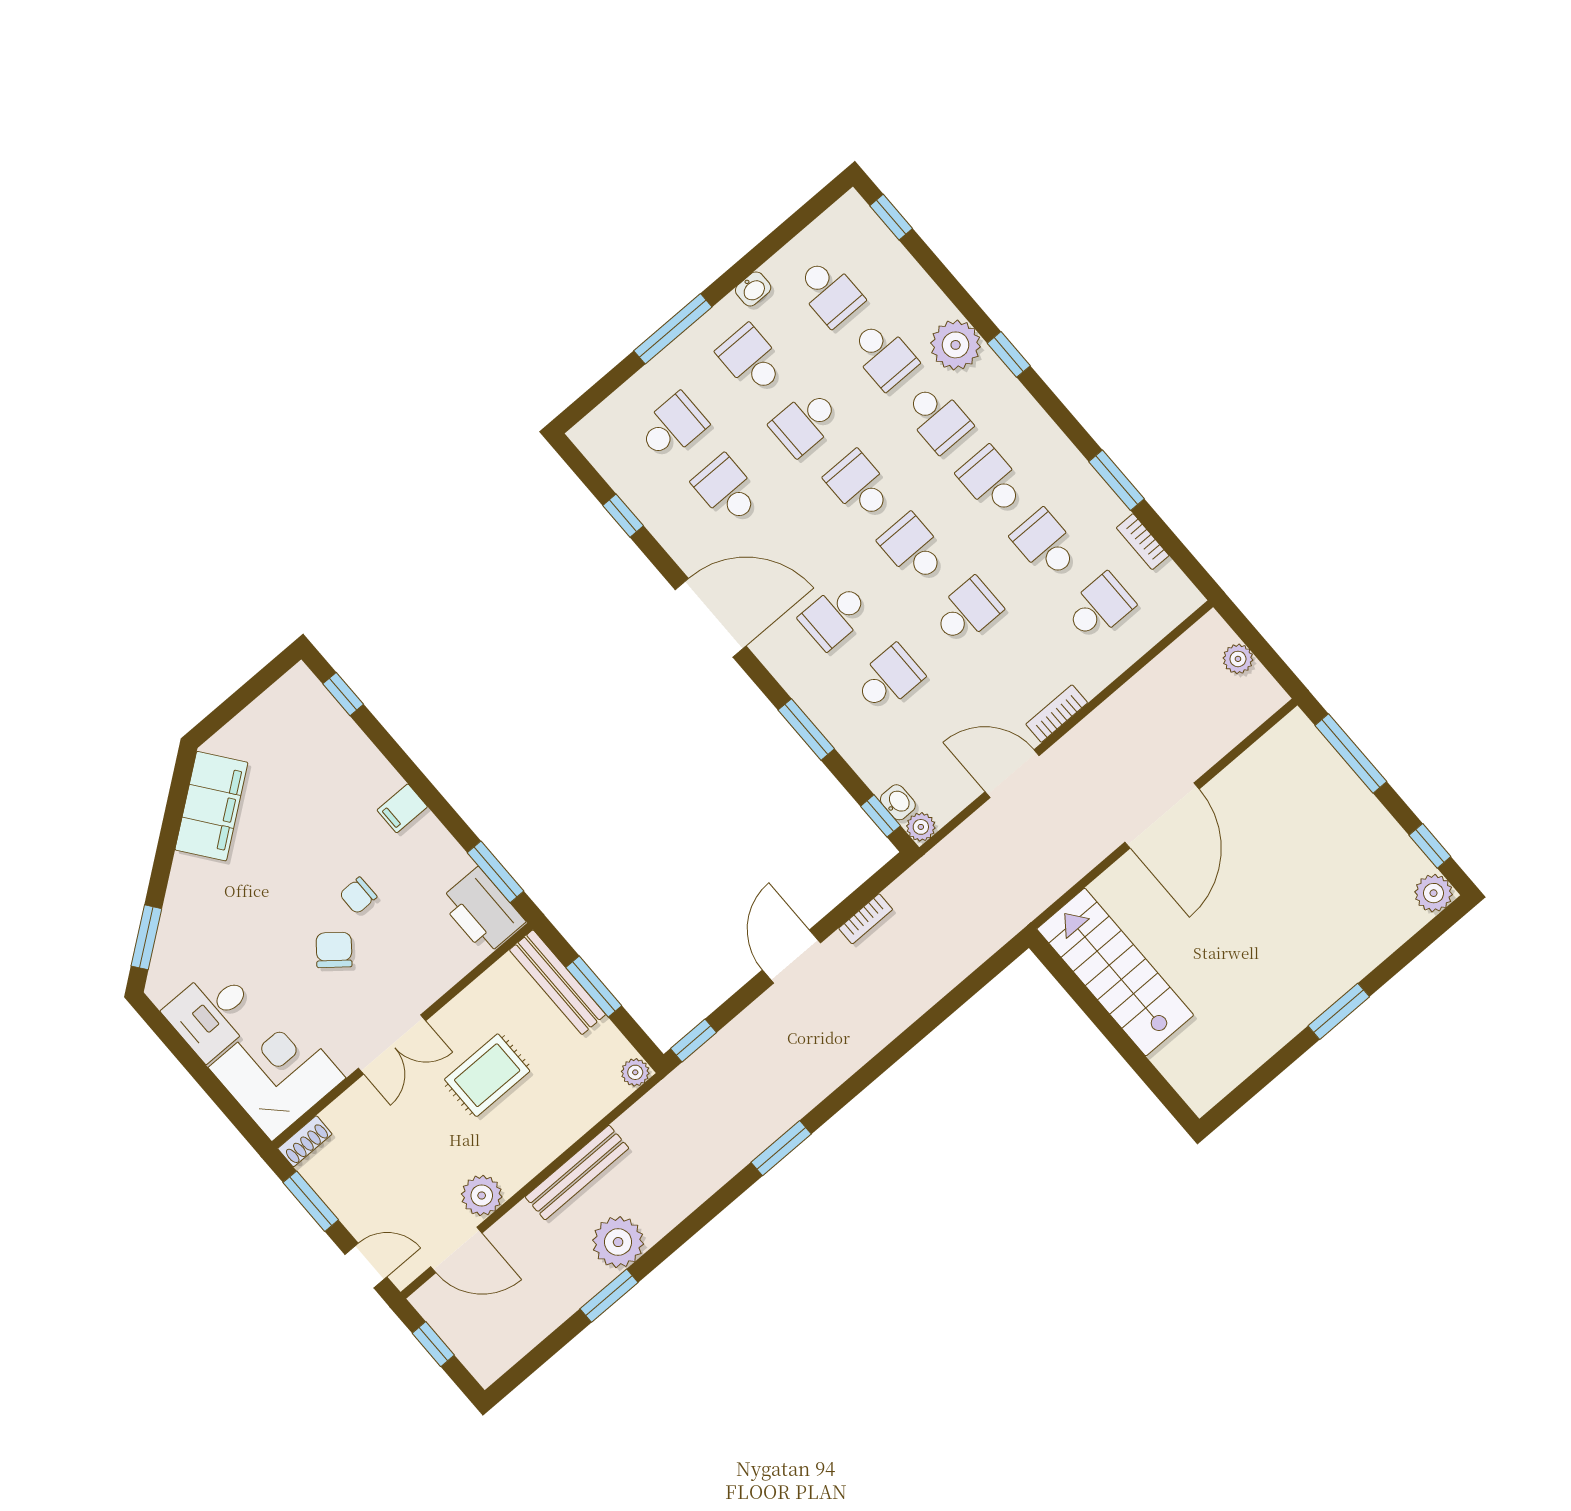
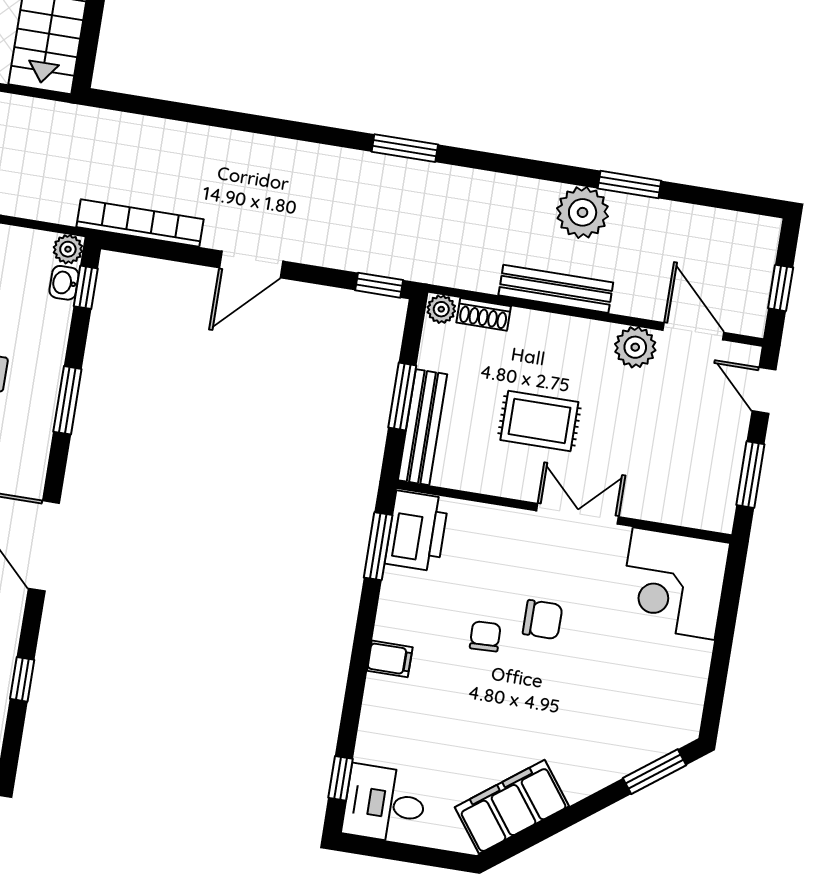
chair: (358, 895) -> (485, 636), turned -92
bookcase: (866, 919) -> (140, 223), width x2.31, depth x1.31
chair: (334, 950) -> (543, 620), turned -129
desk: (212, 1013) -> (385, 804), moved, turned 180
shoe rack: (305, 1141) -> (484, 314), moved, turned 180

